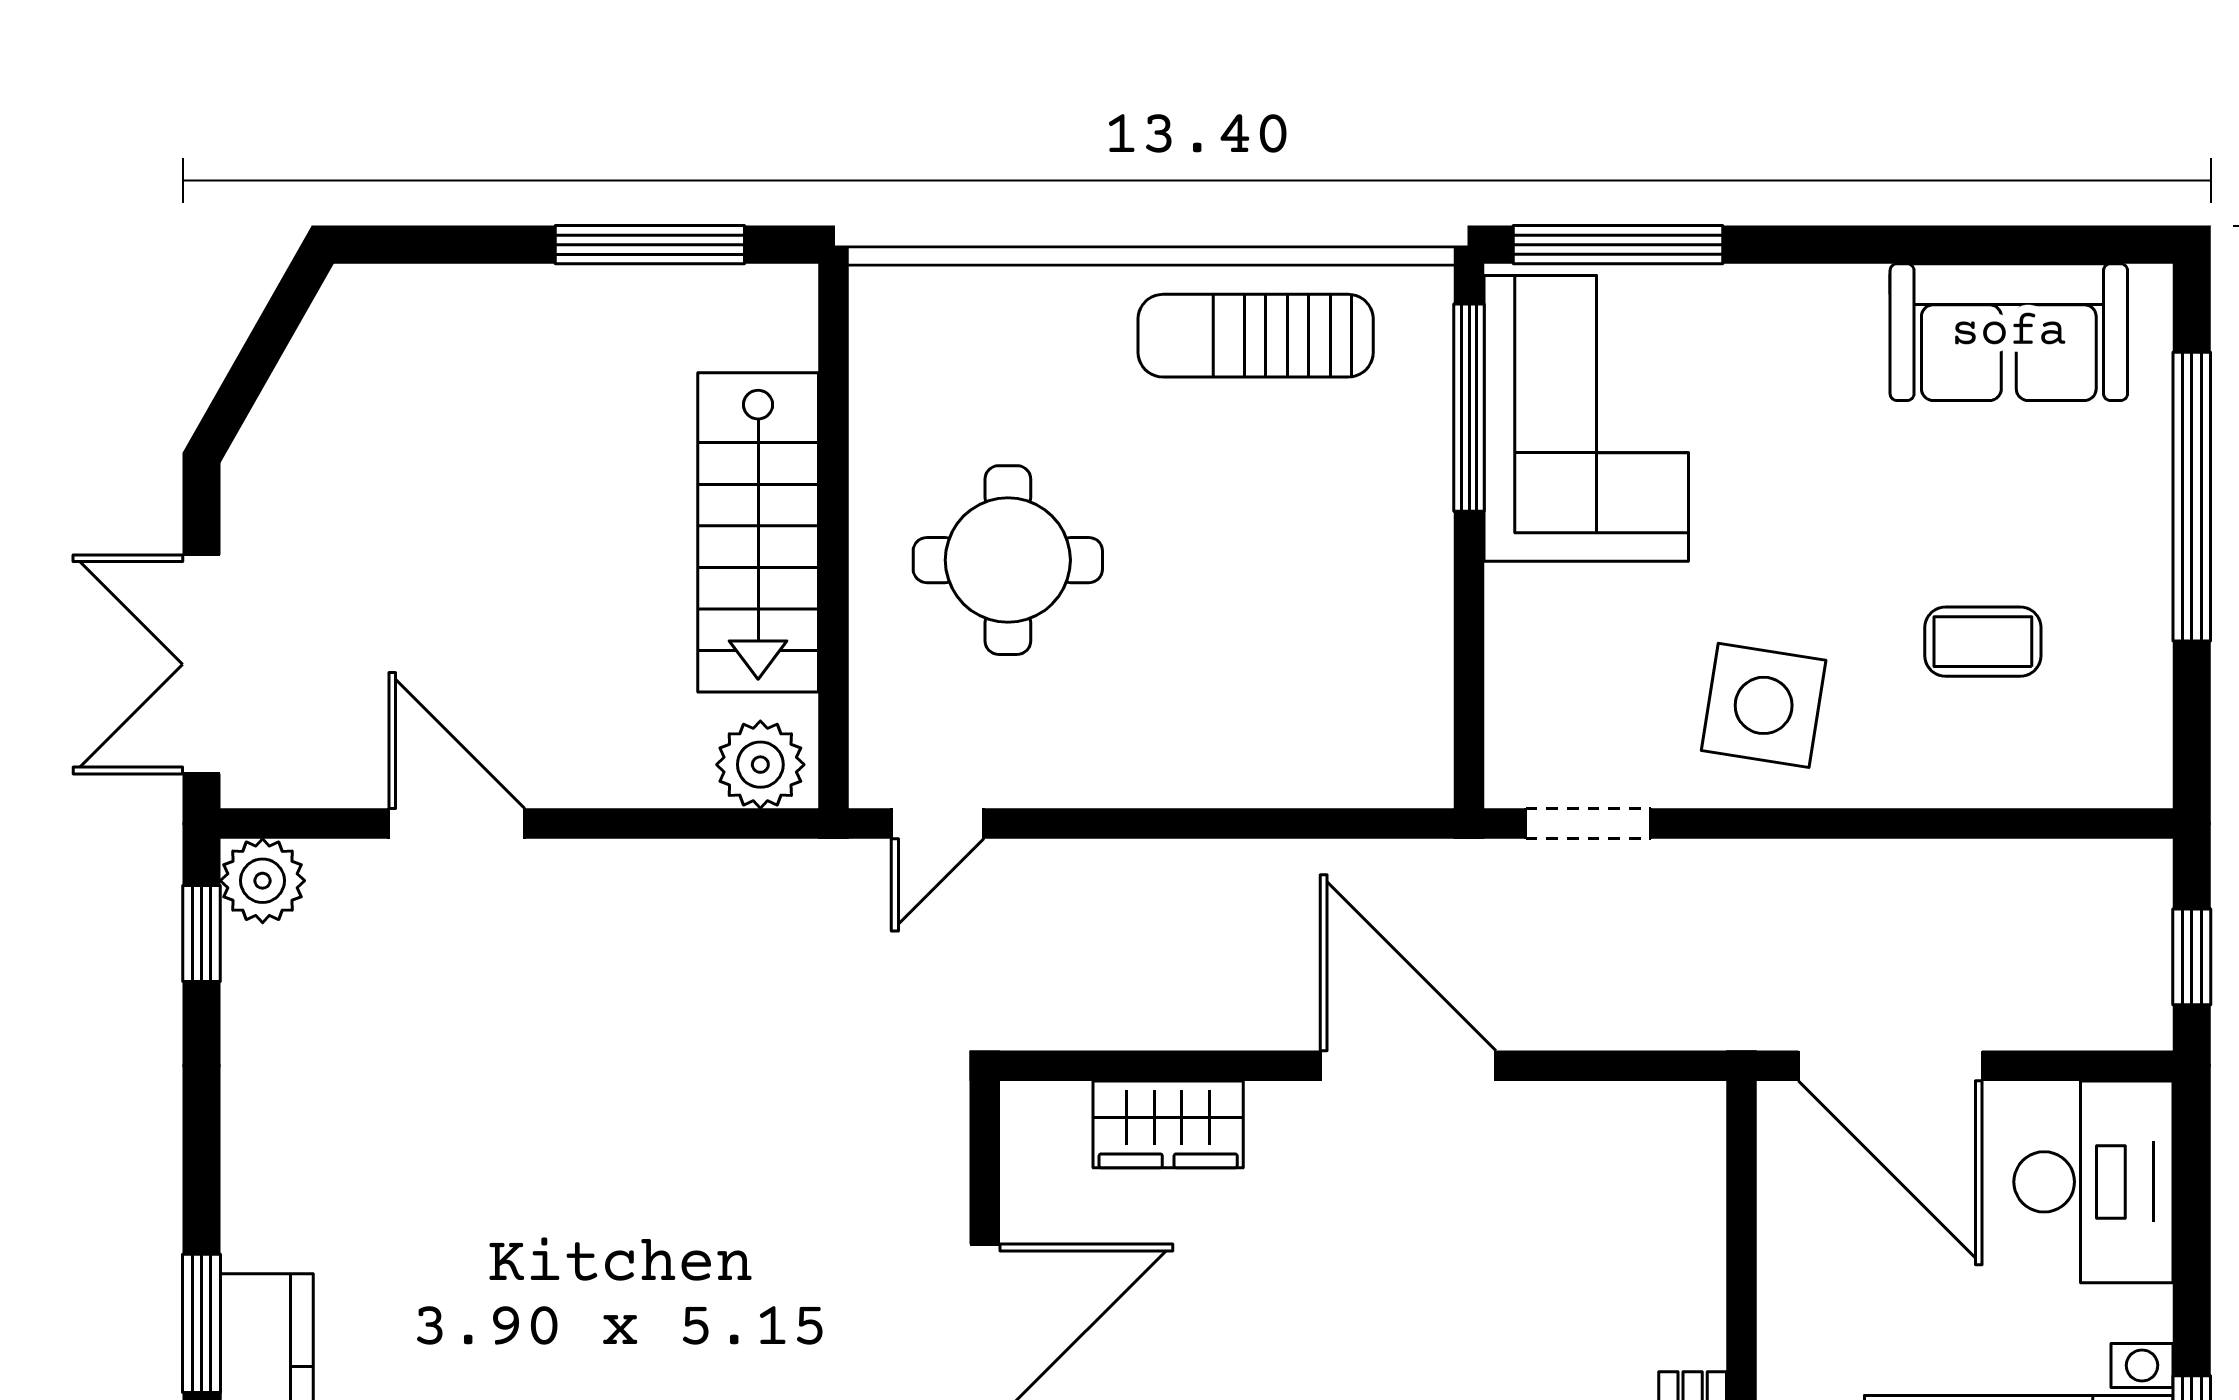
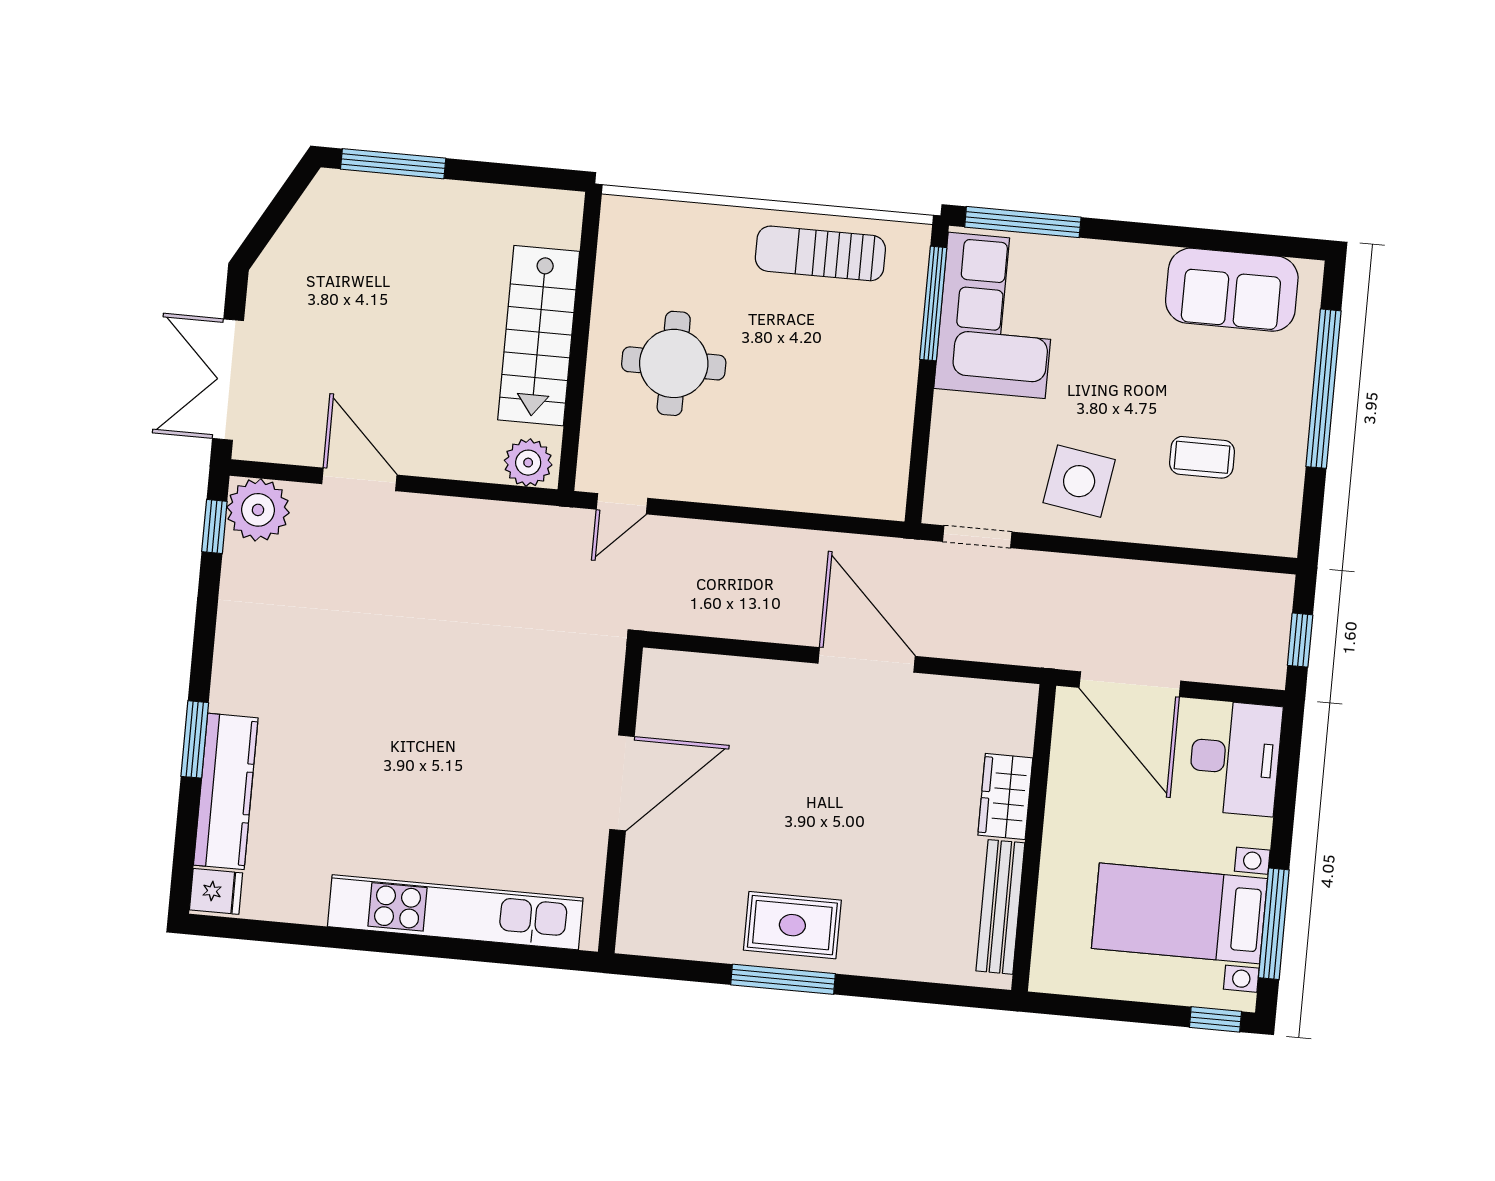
window: (650, 245) -> (393, 164), moved
plant: (263, 881) -> (258, 510), width x1.36, depth x1.36
wardrobe: (1168, 1124) -> (1005, 796), moved, turned 90

